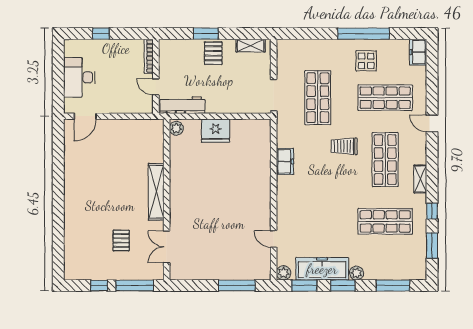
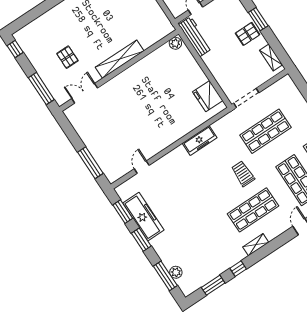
fridge: (216, 131) -> (208, 96), moved
freezer: (285, 161) -> (200, 141), width x1.40
shop shelf: (385, 221) -> (208, 240), removed
pallet: (121, 241) -> (67, 57), turned 90
plant: (283, 273) -> (122, 190), removed
plant: (356, 273) -> (176, 272), moved
window: (99, 285) -> (15, 49), moved

